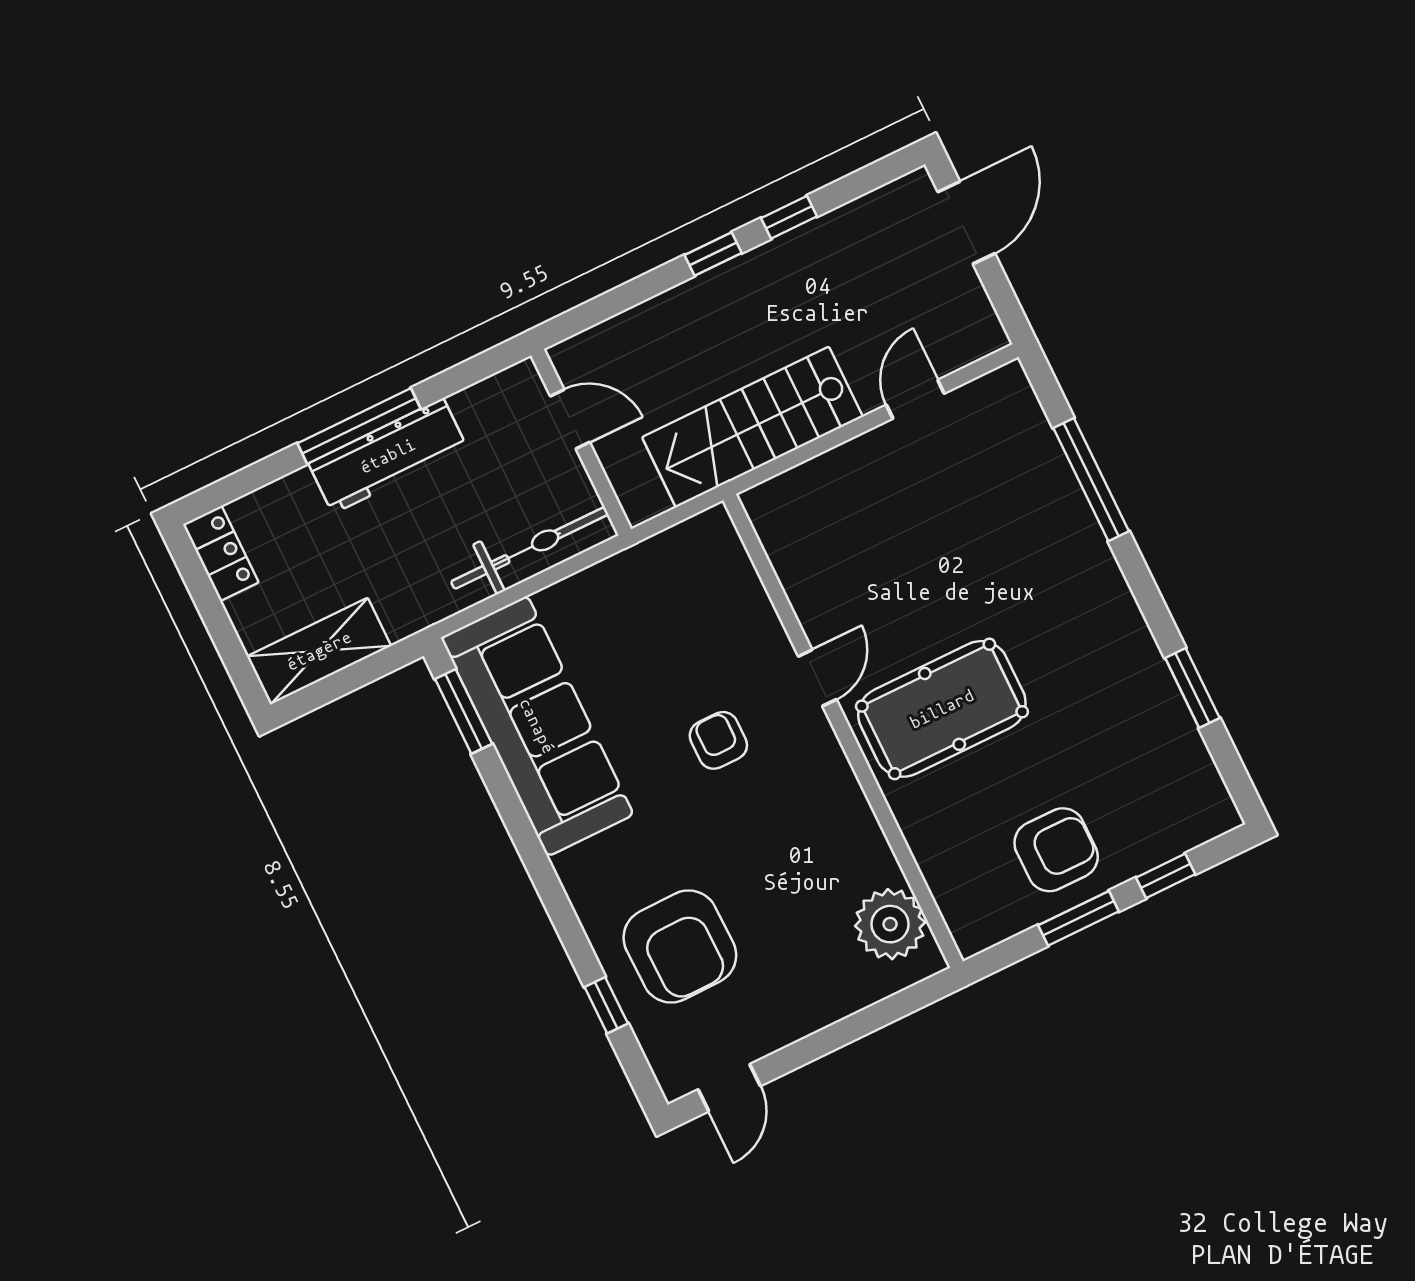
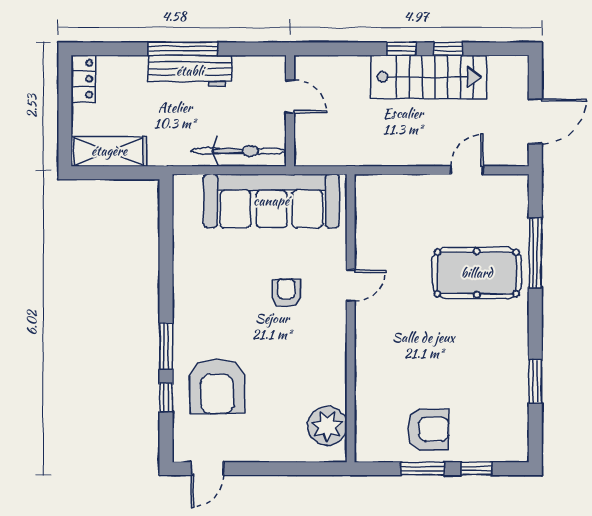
door: (966, 223) -> (535, 121), moved
stairs: (752, 427) -> (429, 77), moved, turned 180
pool table: (942, 709) -> (477, 273), moved
window: (464, 712) -> (166, 346), moved
sofa: (537, 726) -> (271, 201), moved, turned 90

